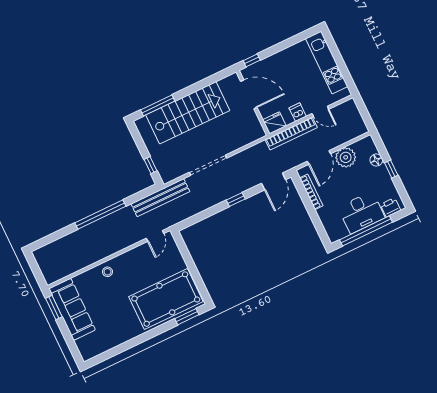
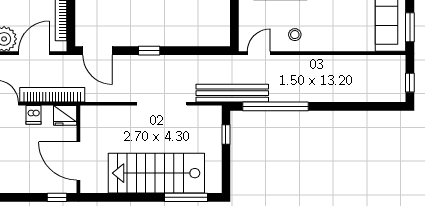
door: (274, 181) -> (97, 51), swing flipped
window: (100, 215) -> (275, 106), moved
window: (35, 267) -> (410, 83), added
stool: (107, 272) -> (295, 35), moved

